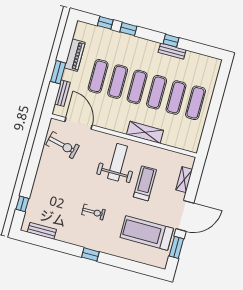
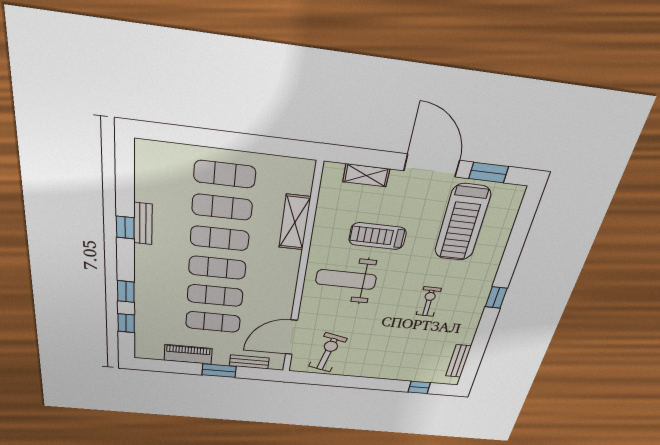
shelving: (145, 132) -> (295, 222), moved

